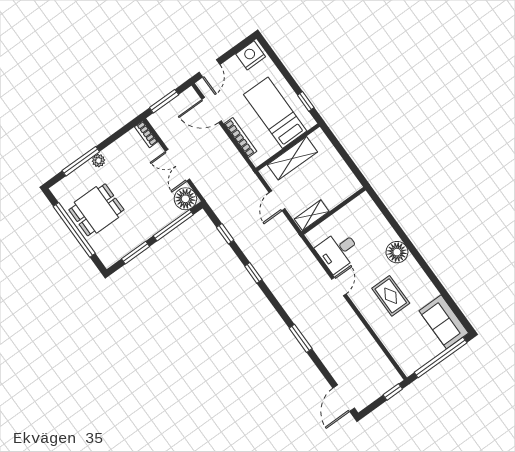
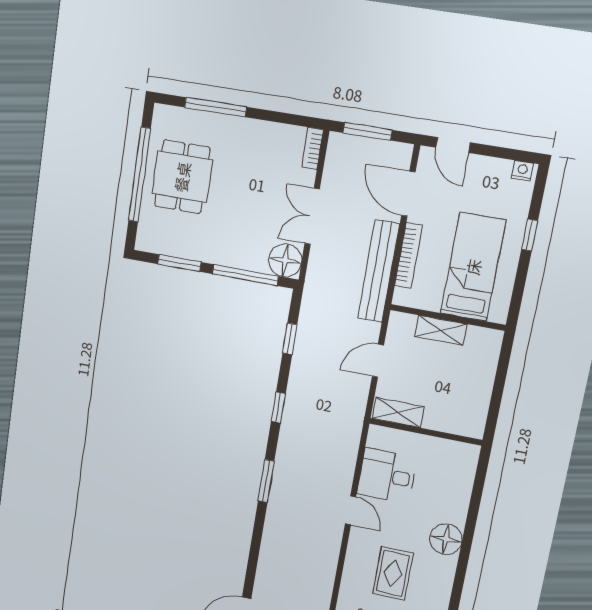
nightstand: (251, 55) -> (522, 171), width x0.53, depth x0.56
door: (209, 68) -> (453, 145), hinge flipped
window: (306, 101) -> (530, 235), moved
shelving: (292, 158) -> (441, 330), width x0.67, depth x0.75
bench: (234, 159) -> (378, 271), added
plant: (98, 161) -> (235, 126), removed
dining table: (96, 210) -> (182, 177), turned 90
door: (339, 287) -> (351, 510), hinge flipped
window: (301, 338) -> (266, 481), moved

